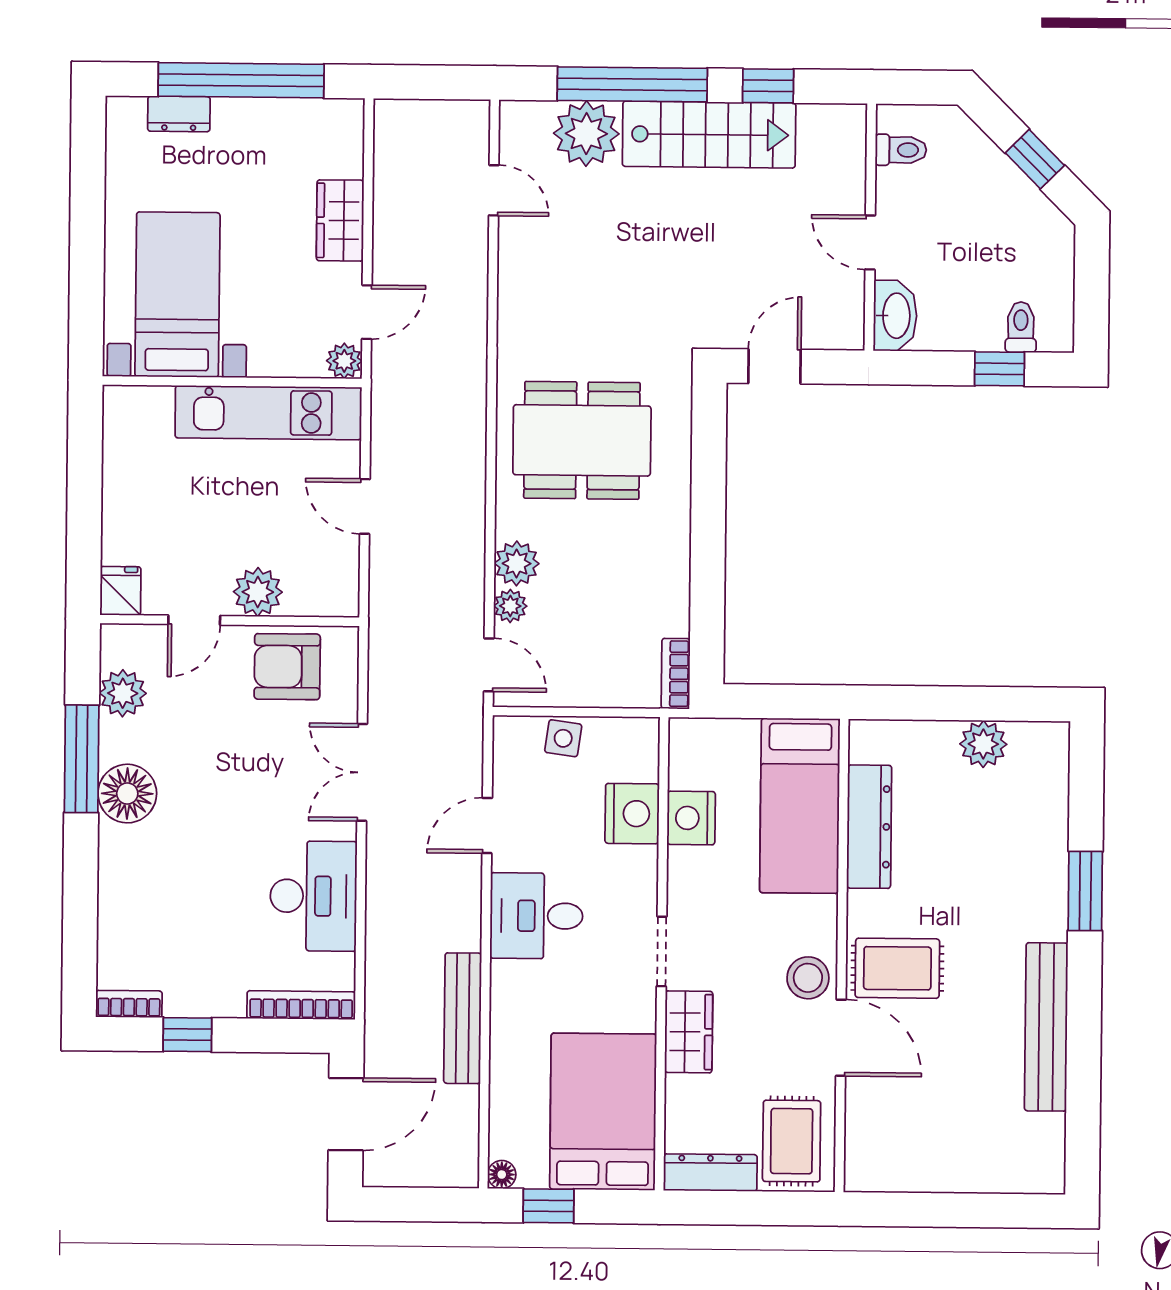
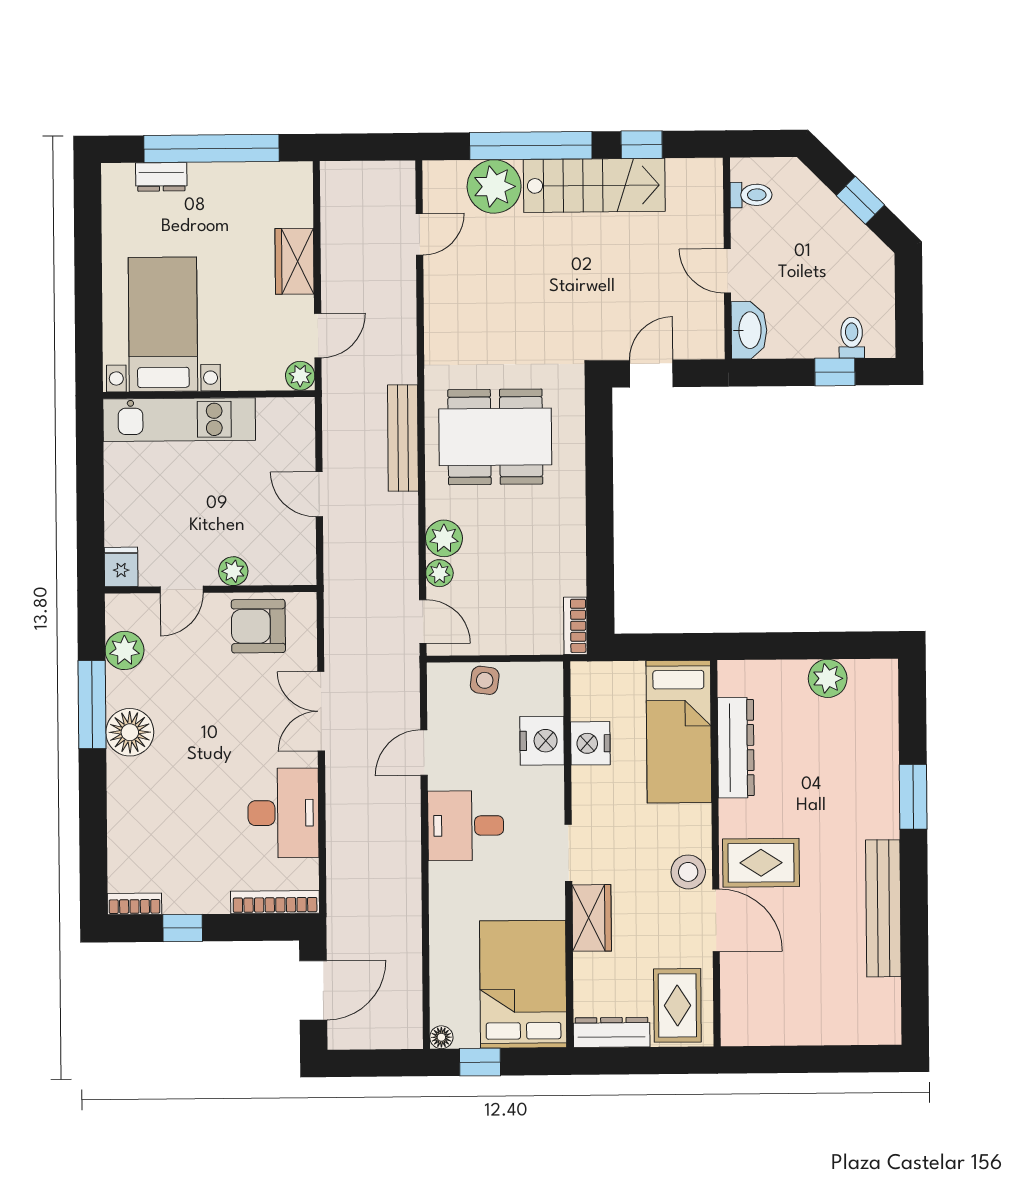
door: (494, 190) -> (419, 234), hinge flipped
kitchen unit: (268, 413) -> (179, 420), moved
plant: (258, 592) -> (233, 571), width x0.73, depth x0.73
bench: (463, 1018) -> (403, 438), moved

